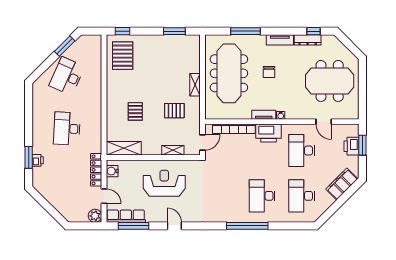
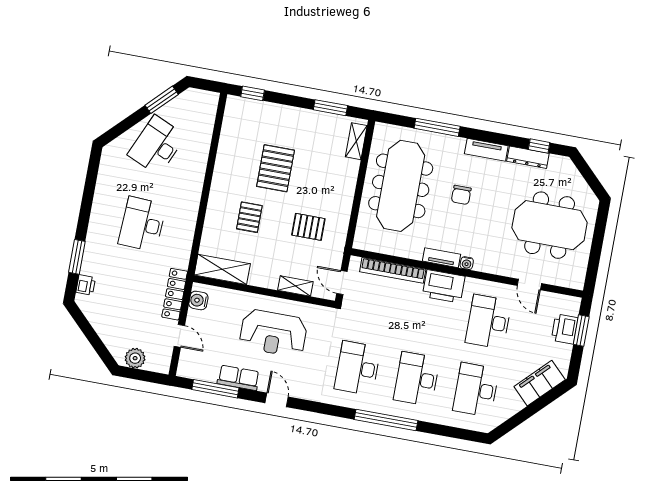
pallet: (123, 56) -> (276, 168), moved
shelving: (195, 85) -> (356, 141), moved
door: (203, 143) -> (342, 282), swing flipped
printer: (38, 160) -> (86, 285), moved
reception desk: (164, 183) -> (273, 333), turned 180
desk: (223, 196) -> (358, 368), added
plant: (95, 216) -> (135, 358), moved
row of seats: (126, 216) -> (238, 378), moved, width x0.68

